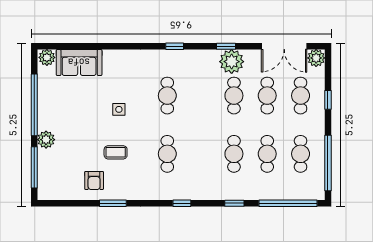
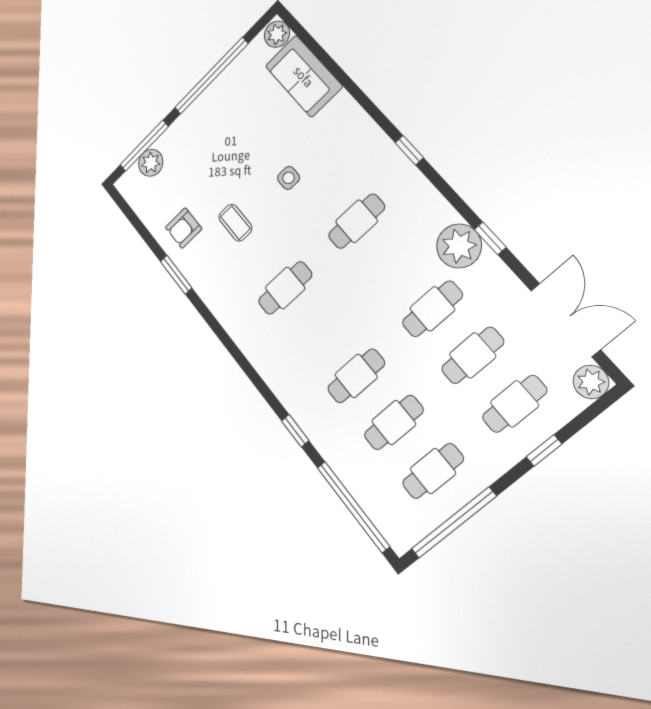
window: (175, 46) -> (409, 150), moved
double door: (284, 46) -> (565, 320), swing flipped
plant: (232, 62) -> (459, 246), moved
plant: (46, 140) -> (151, 163), moved
window: (182, 203) -> (242, 361), removed

